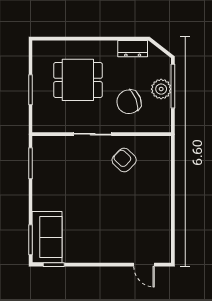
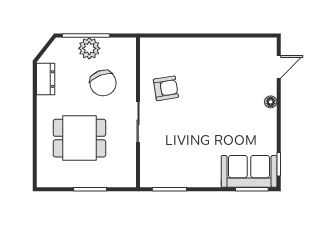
dining table: (78, 80) -> (79, 138), turned 90
armchair: (124, 160) -> (166, 88), turned -143
floor lamp: (112, 257) -> (271, 102), added

